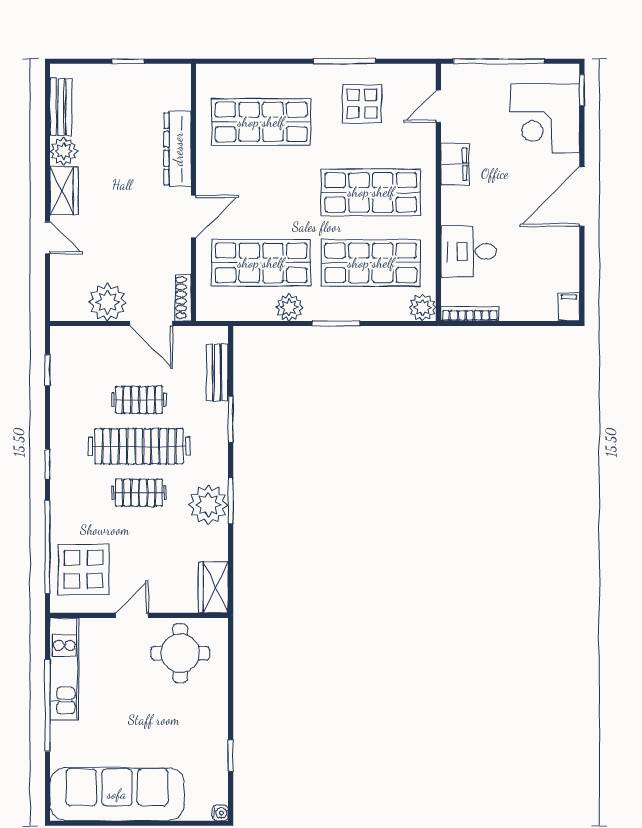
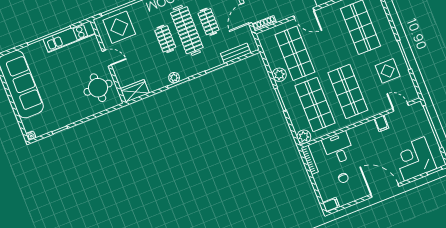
filing cabinet: (455, 164) -> (381, 123), width x0.50
chair: (528, 264) -> (343, 178), added
plant: (208, 505) -> (174, 78), width x0.53, depth x0.53

